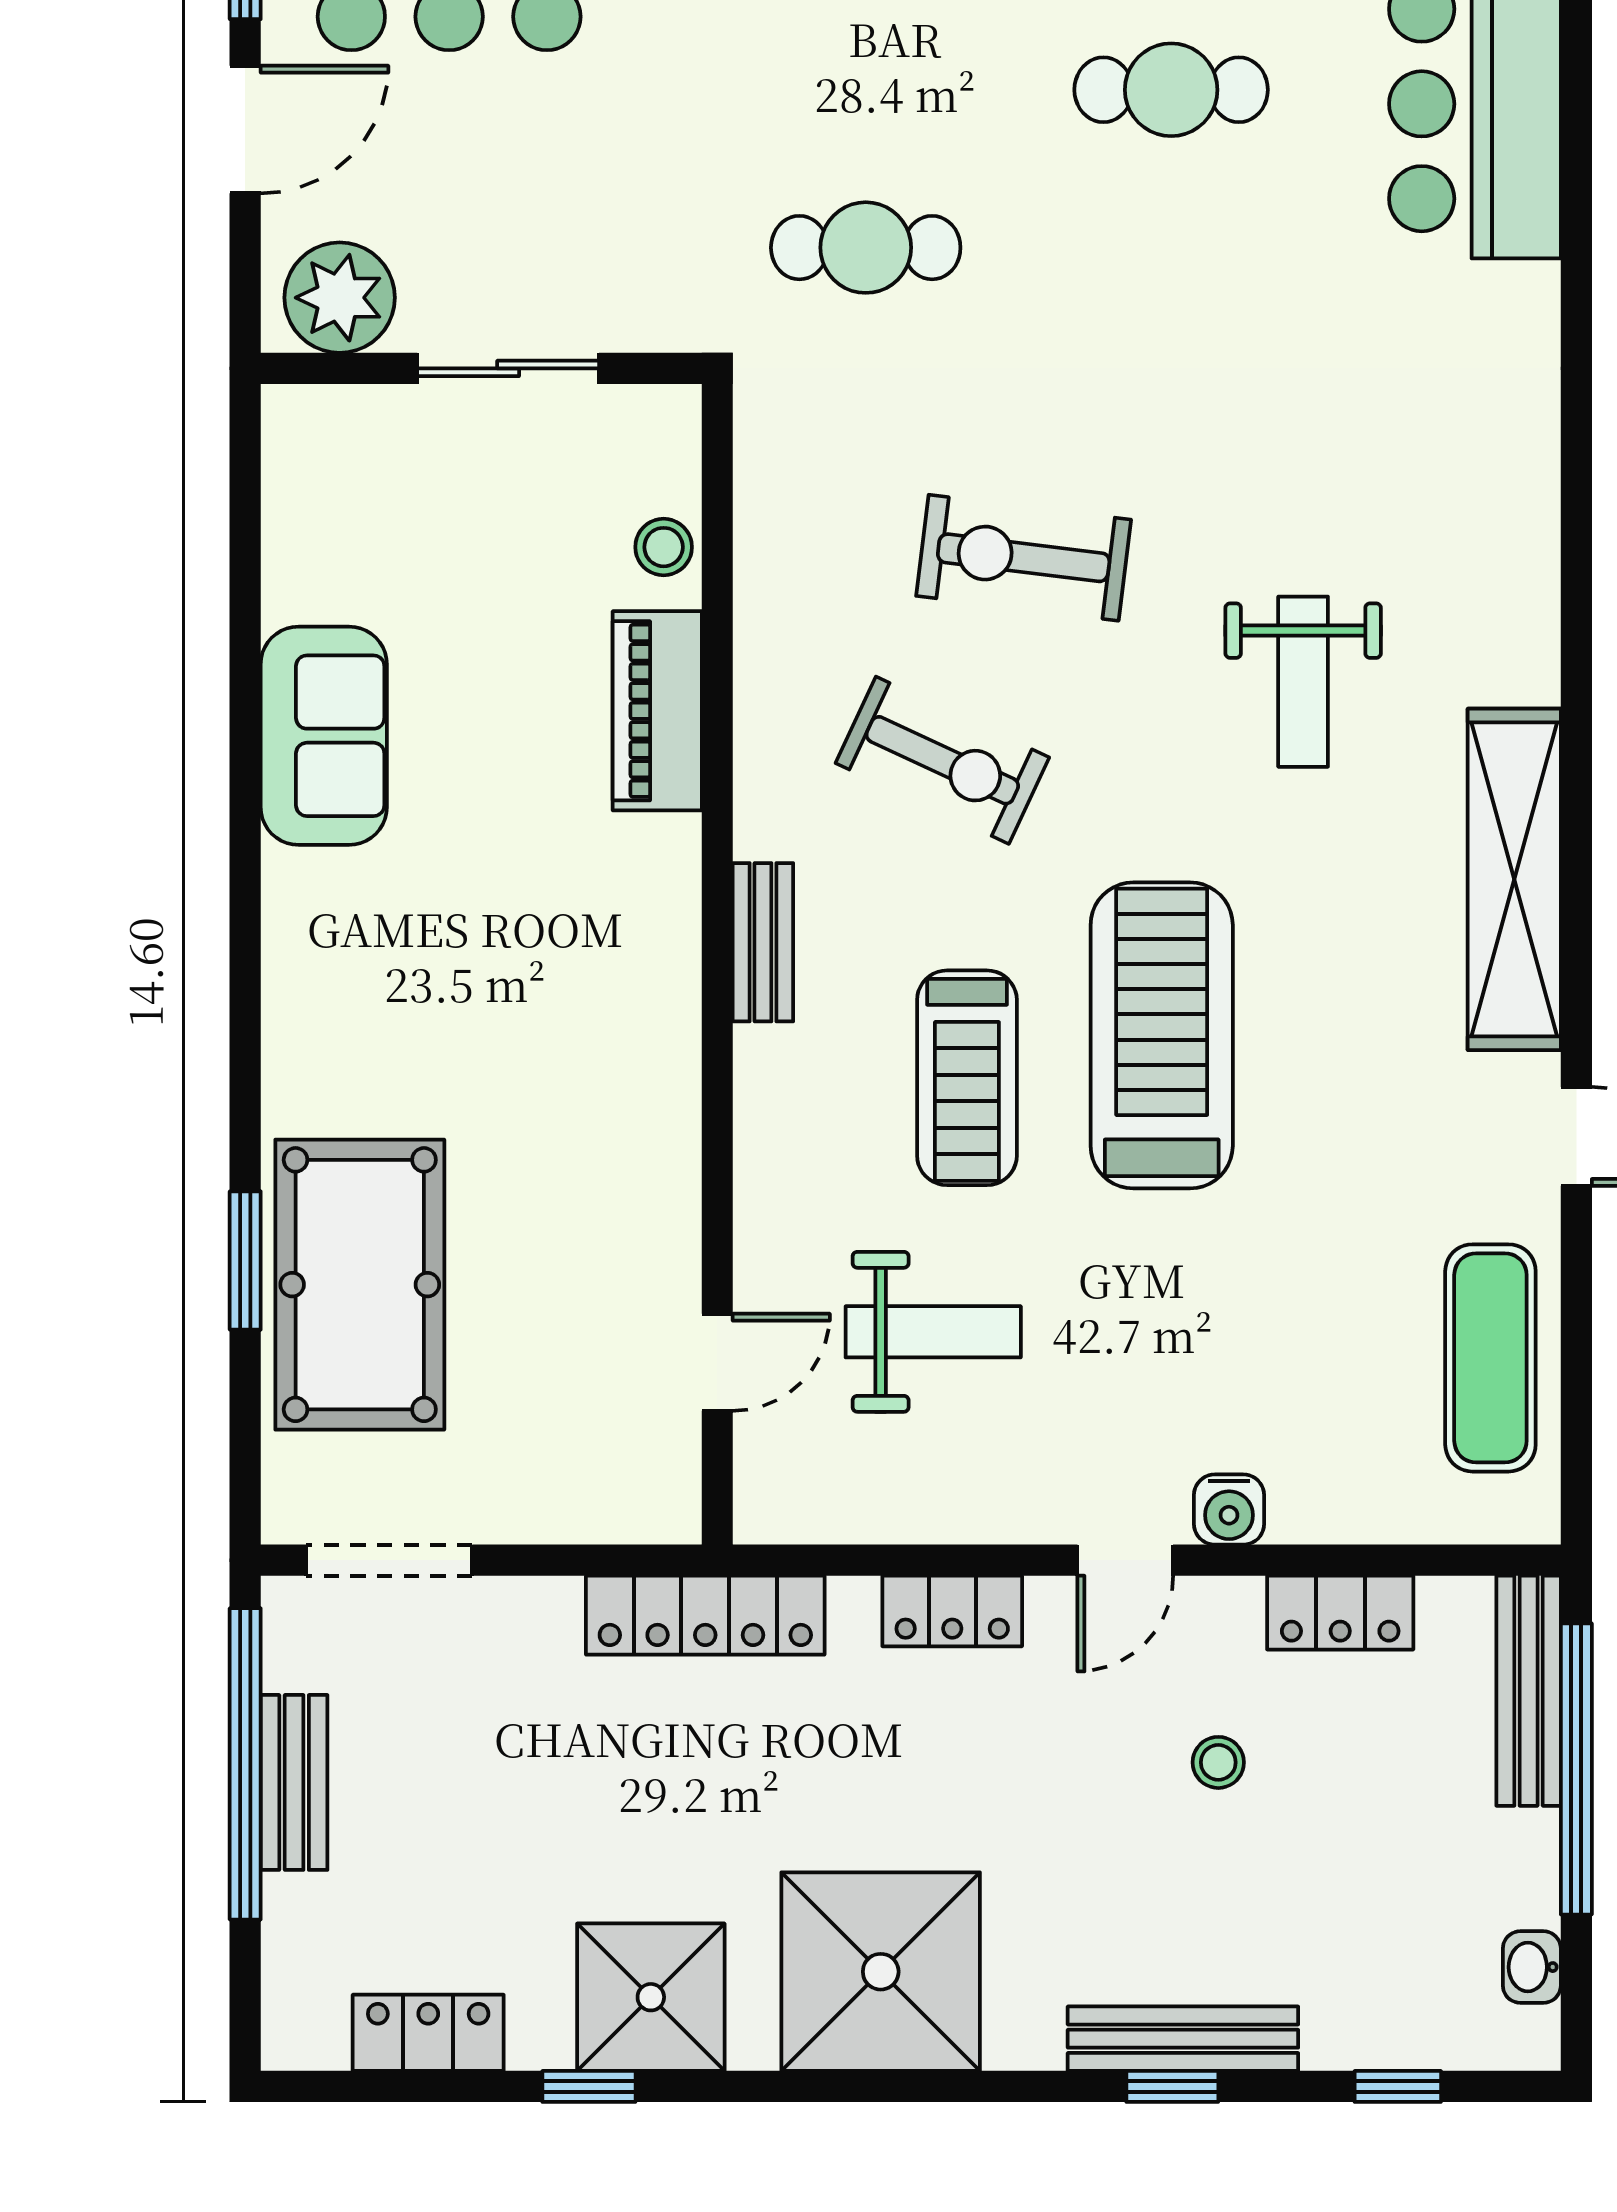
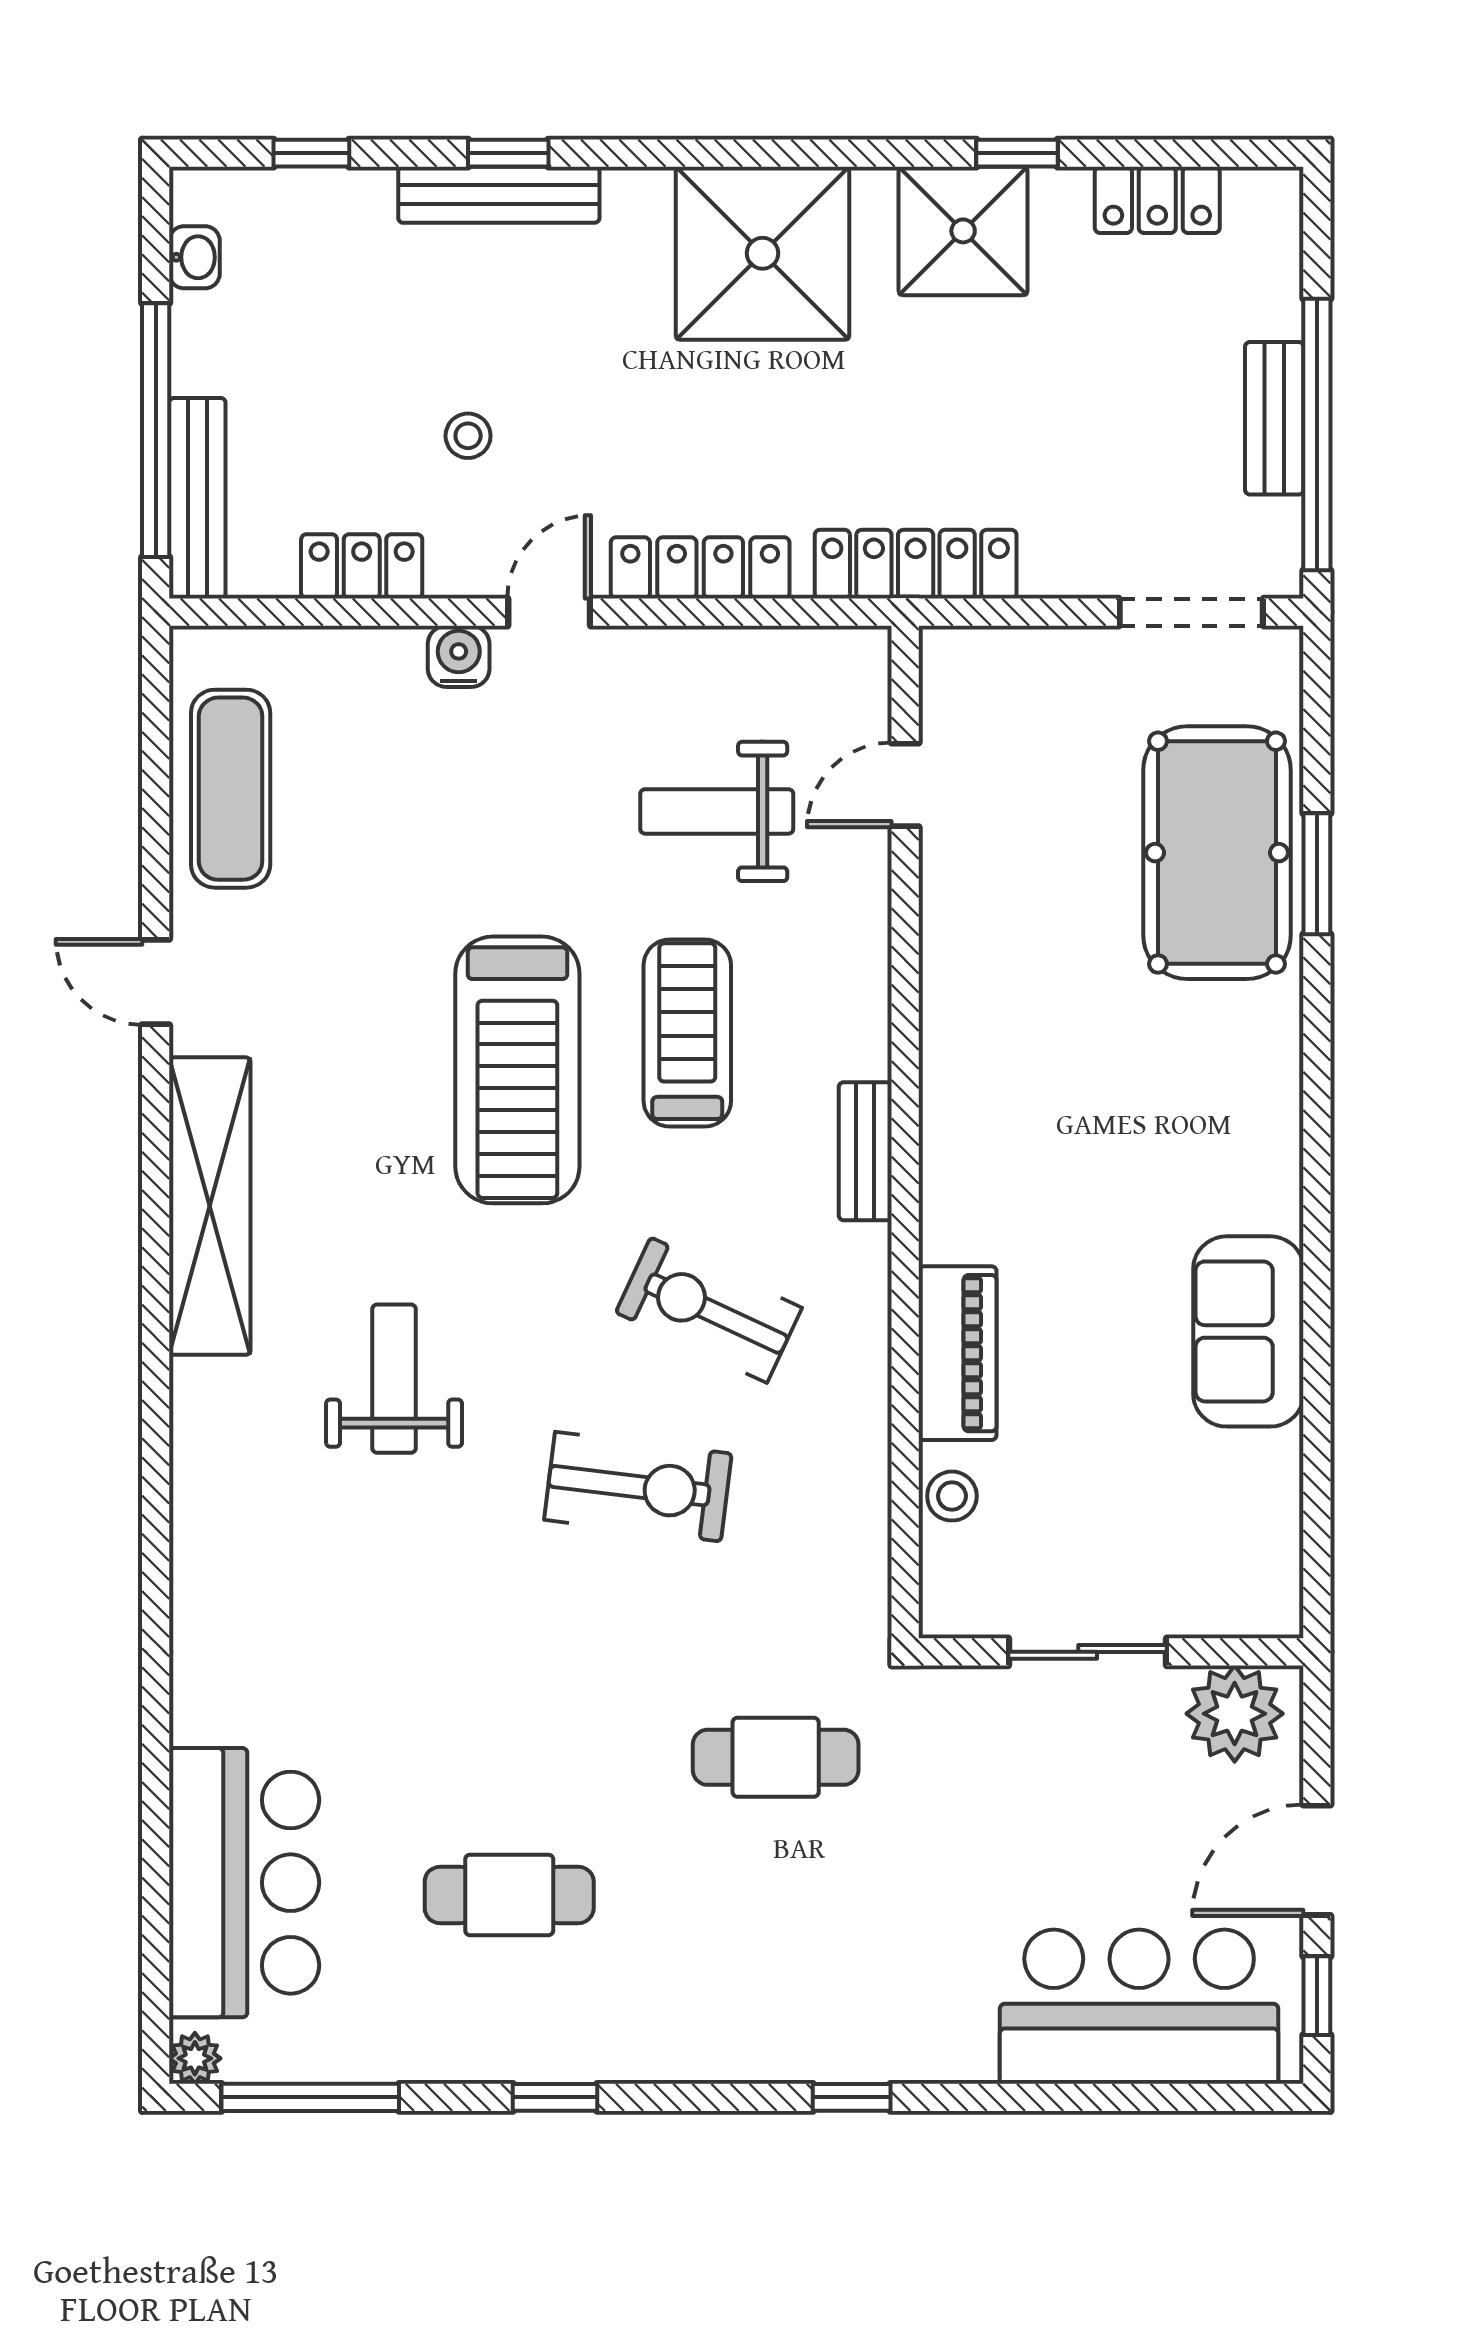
locker: (952, 1611) -> (700, 568), width x1.53

